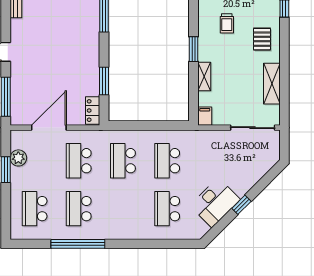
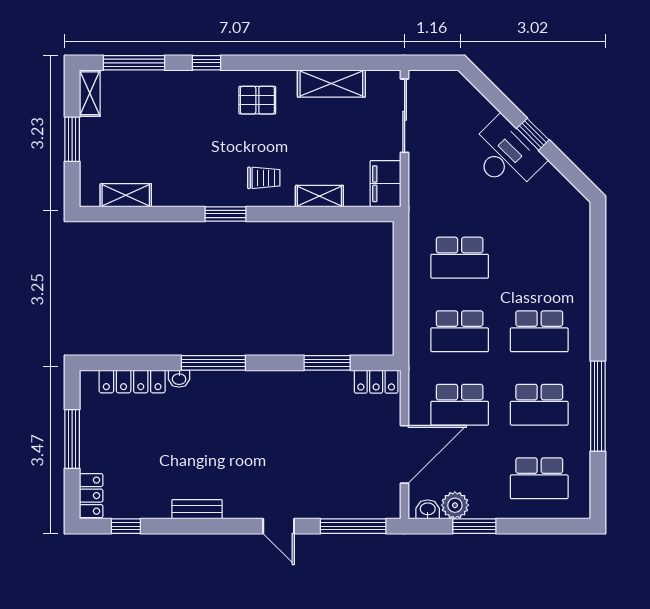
trolley: (227, 23) -> (264, 178), moved
window: (193, 49) -> (226, 214), moved
filing cabinet: (205, 116) -> (386, 184), width x2.00
door: (49, 128) -> (405, 454), swing flipped
washbasin: (16, 142) -> (428, 509), added
desk: (215, 202) -> (506, 155), moved
school desk: (167, 209) -> (539, 331), moved

